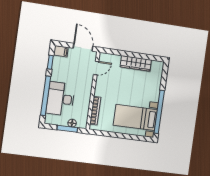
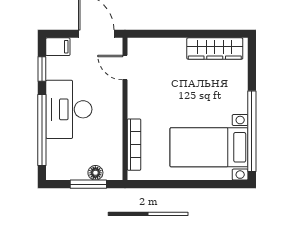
wardrobe: (136, 63) -> (215, 49), moved
door: (96, 68) -> (125, 68), swing flipped
desk: (60, 99) -> (69, 109), moved

